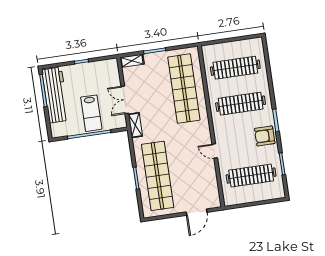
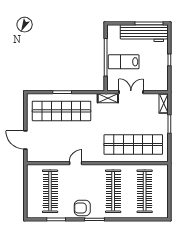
armchair: (265, 136) -> (82, 208), turned -90

